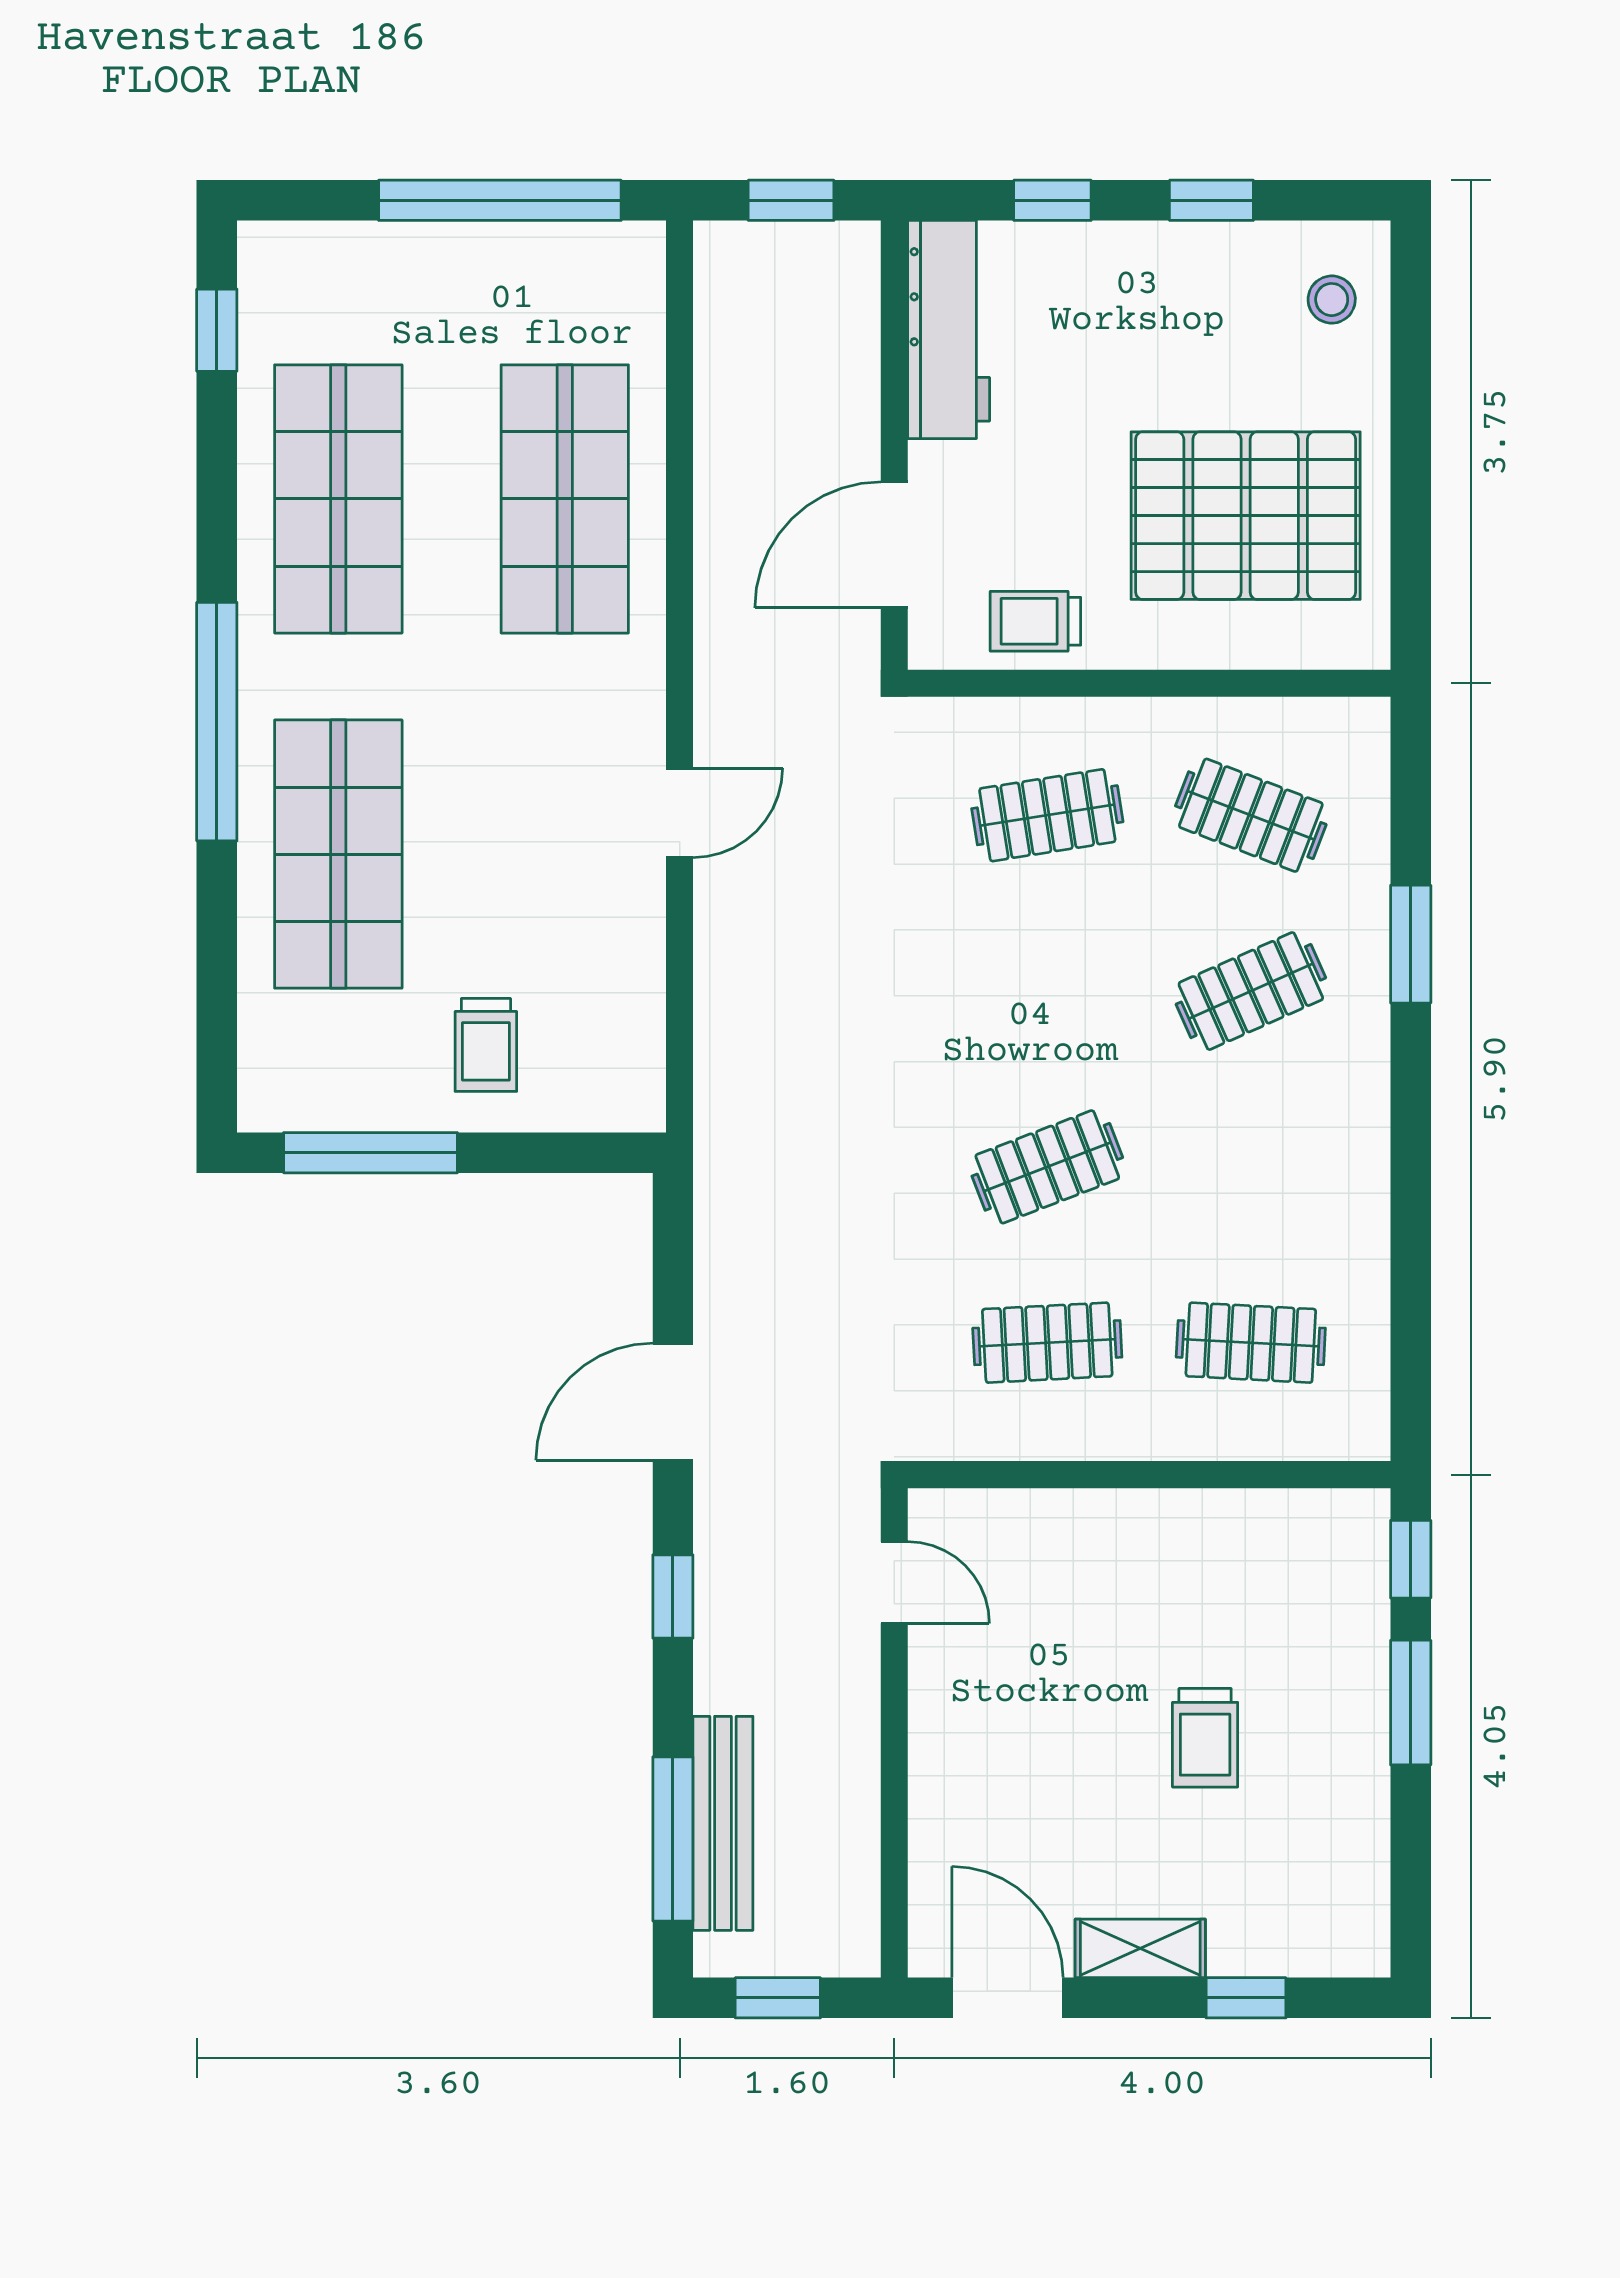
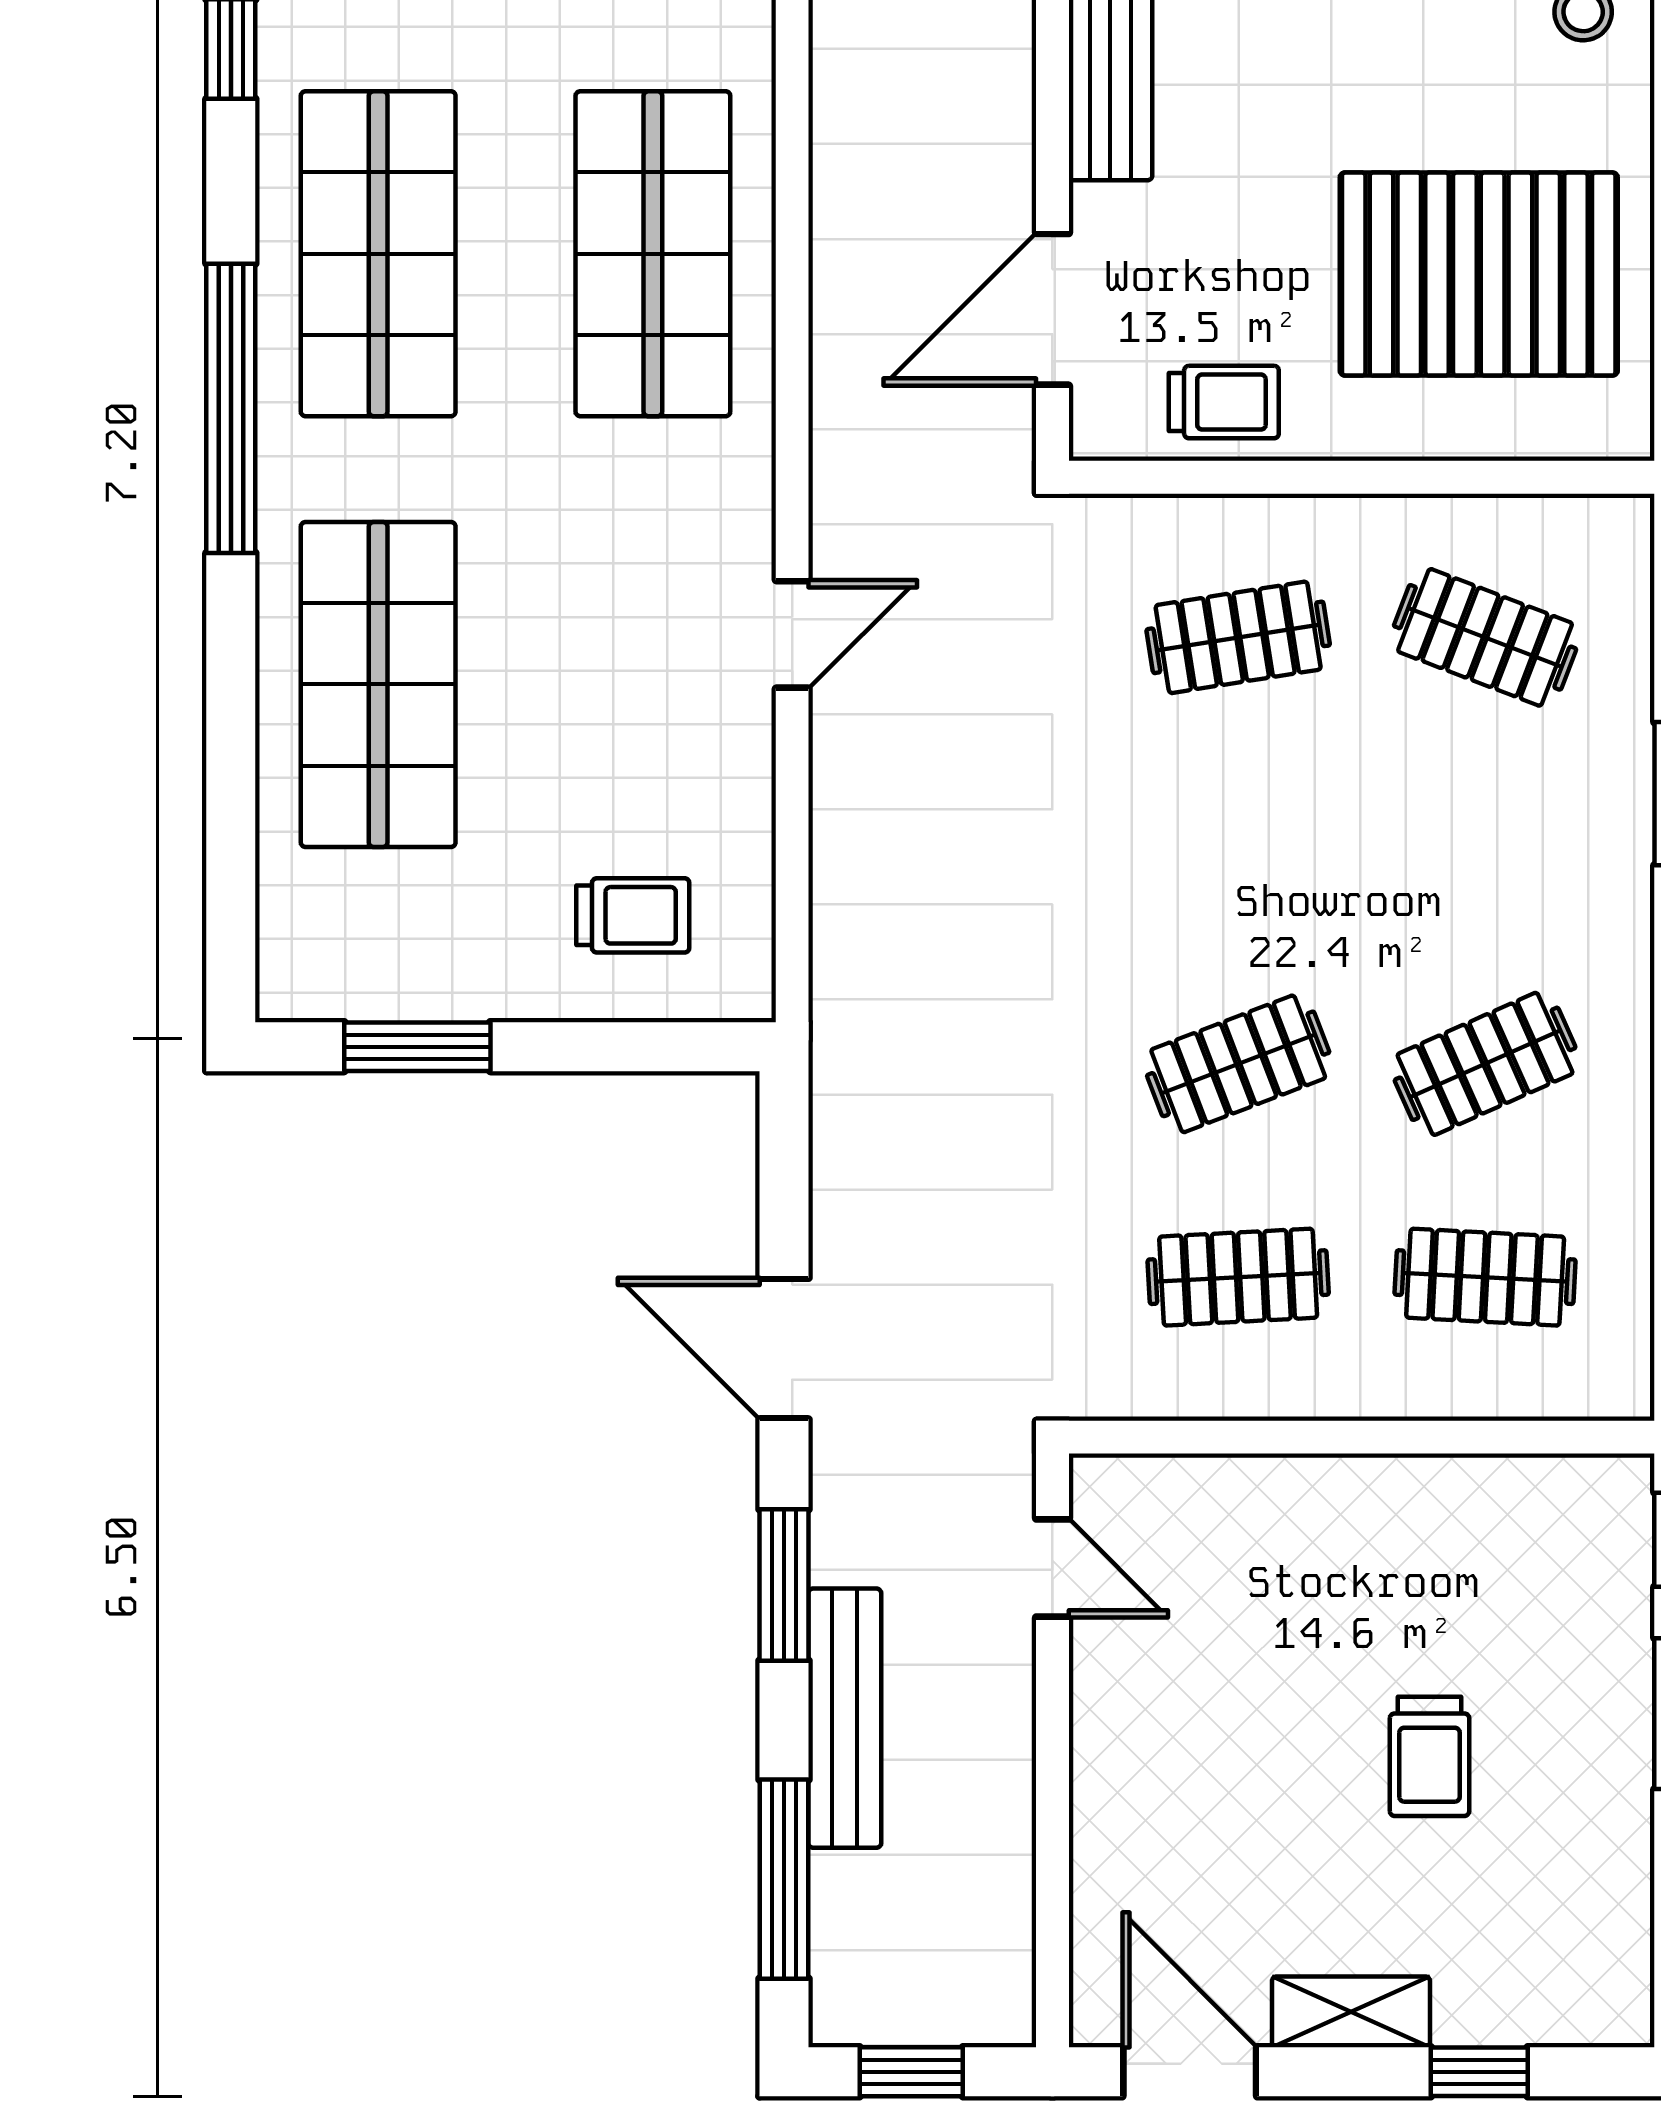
trolley: (1035, 621) -> (1224, 402), turned 180
window: (217, 722) -> (231, 408), moved
clothes rail: (1251, 991) -> (1485, 1064), moved
trolley: (486, 1045) -> (633, 915), moved, turned -90
window: (371, 1153) -> (417, 1047), width x0.69
door: (673, 1402) -> (784, 1349), hinge flipped
window: (673, 1597) -> (784, 1585), width x1.50
bench: (723, 1823) -> (845, 1718), moved

